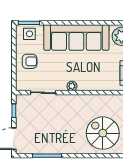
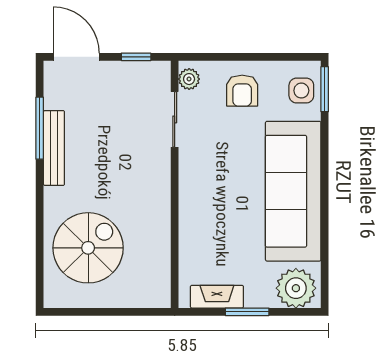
plant: (72, 86) -> (189, 79), moved
bench: (56, 149) -> (54, 148), added

